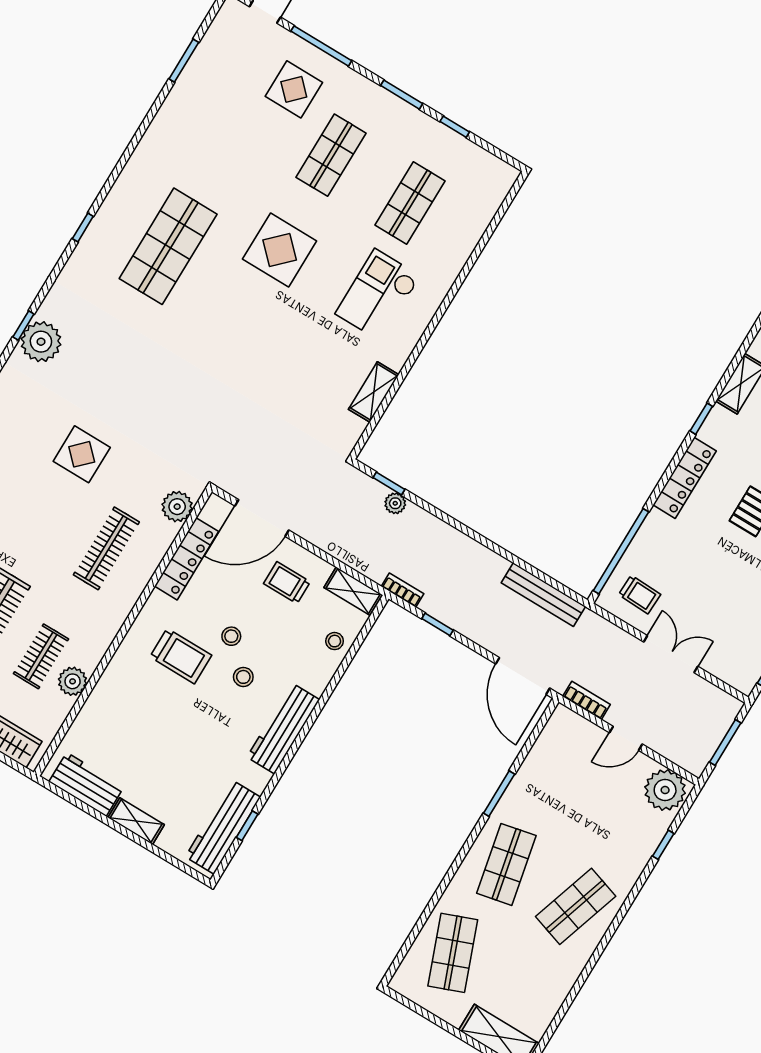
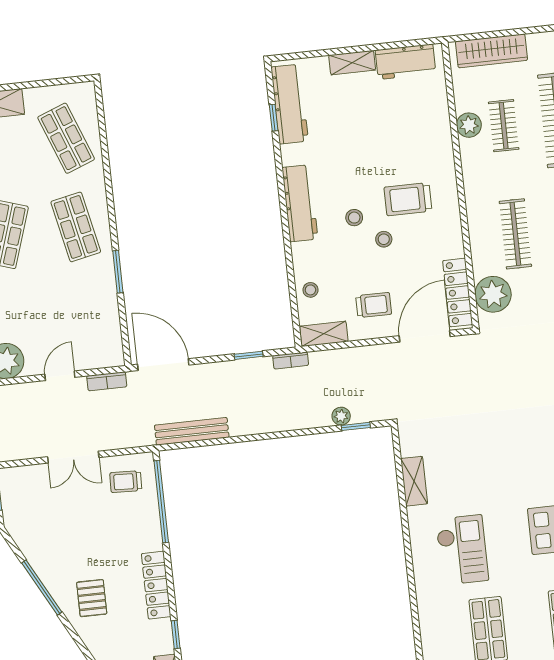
plant: (177, 507) -> (493, 294), width x1.36, depth x1.36
locker: (186, 559) -> (458, 293), moved

